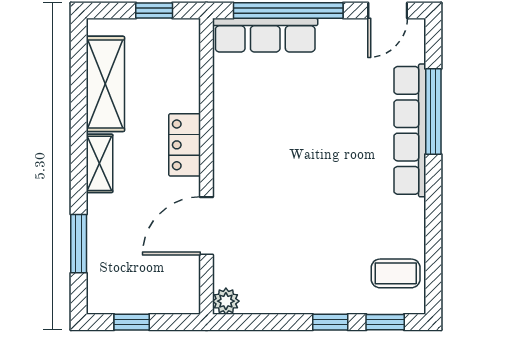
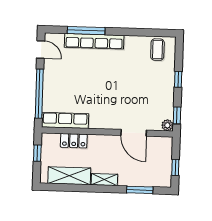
row of seats: (265, 35) -> (65, 120), moved, turned -90
locker: (185, 145) -> (74, 141), moved
window: (385, 322) -> (177, 115), moved

